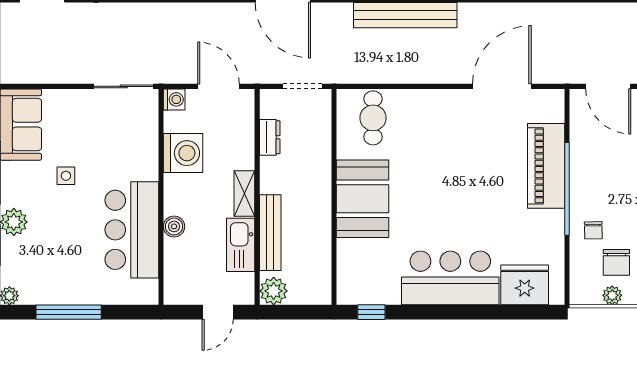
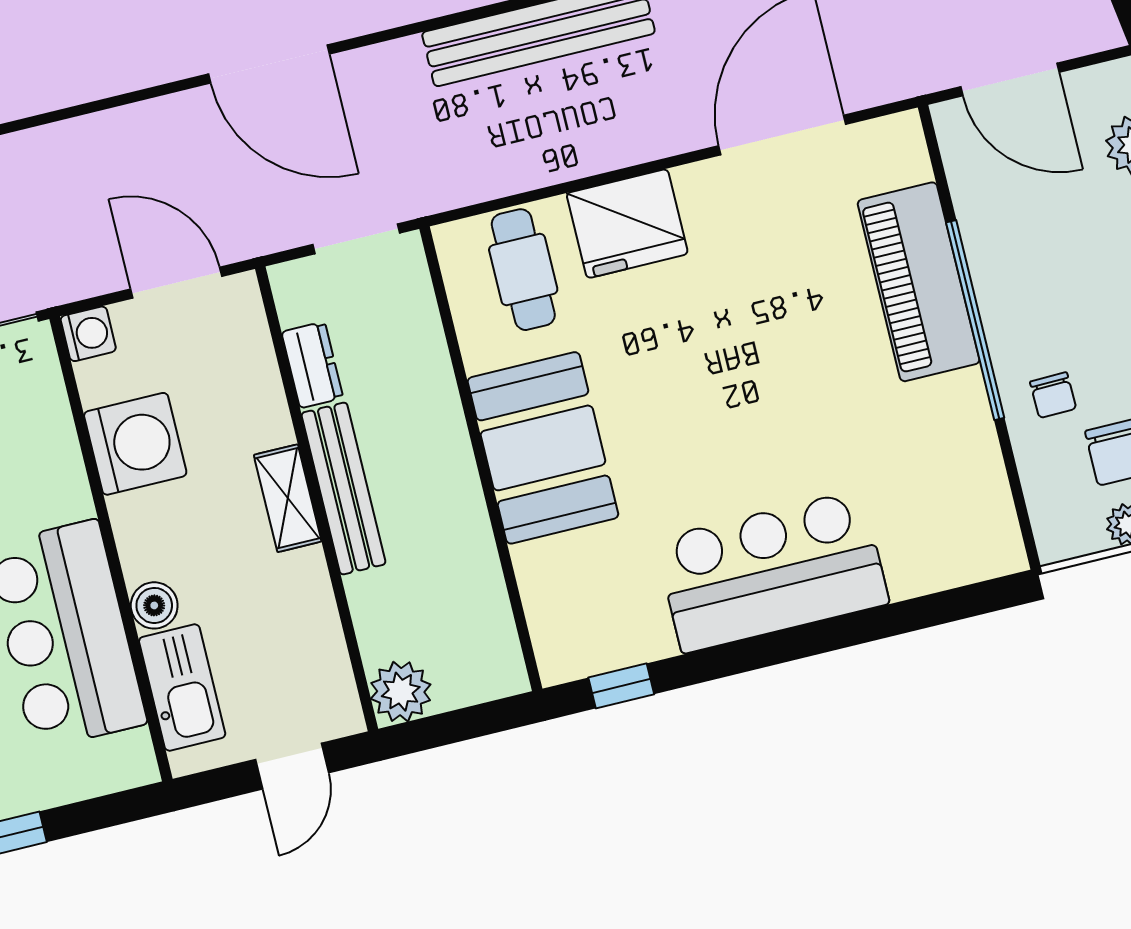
bench: (270, 233) -> (344, 489), moved
kitchen sink: (241, 245) -> (182, 687), moved, turned 180
fridge: (525, 285) -> (627, 224), moved, turned 180

